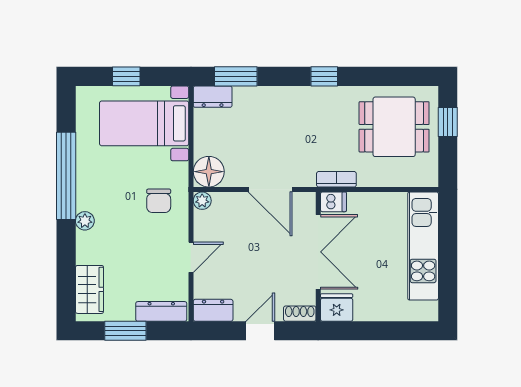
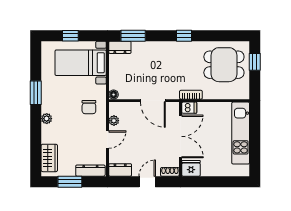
floor lamp: (209, 172) -> (114, 95), width x0.53, depth x0.53
window: (66, 176) -> (36, 93), width x0.47
plant: (202, 201) -> (114, 121), moved

